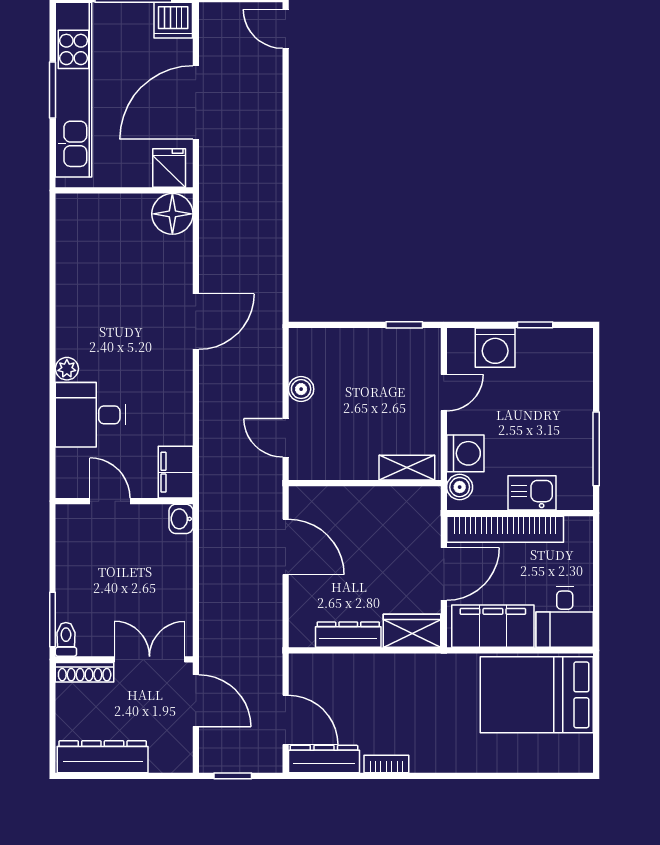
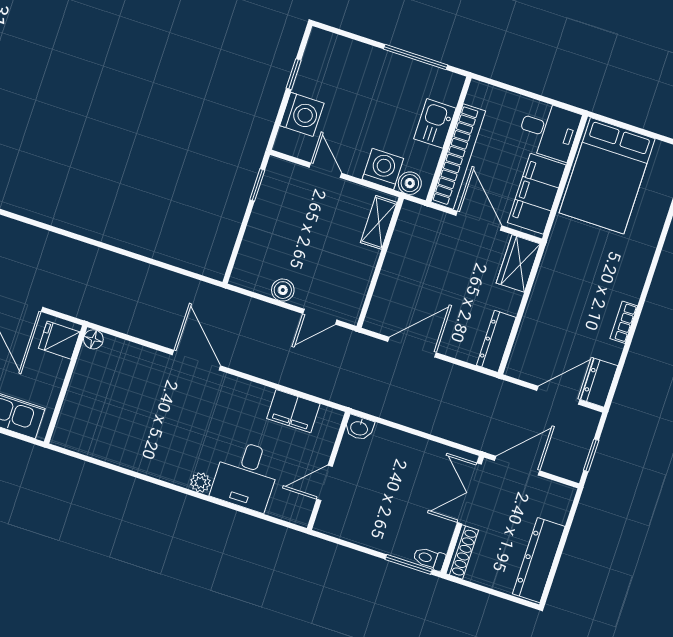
floor lamp: (172, 214) -> (93, 339), width x0.53, depth x0.53
filing cabinet: (176, 472) -> (293, 411), moved
dresser: (348, 635) -> (496, 341), moved
dresser: (324, 759) -> (599, 383), width x0.70

